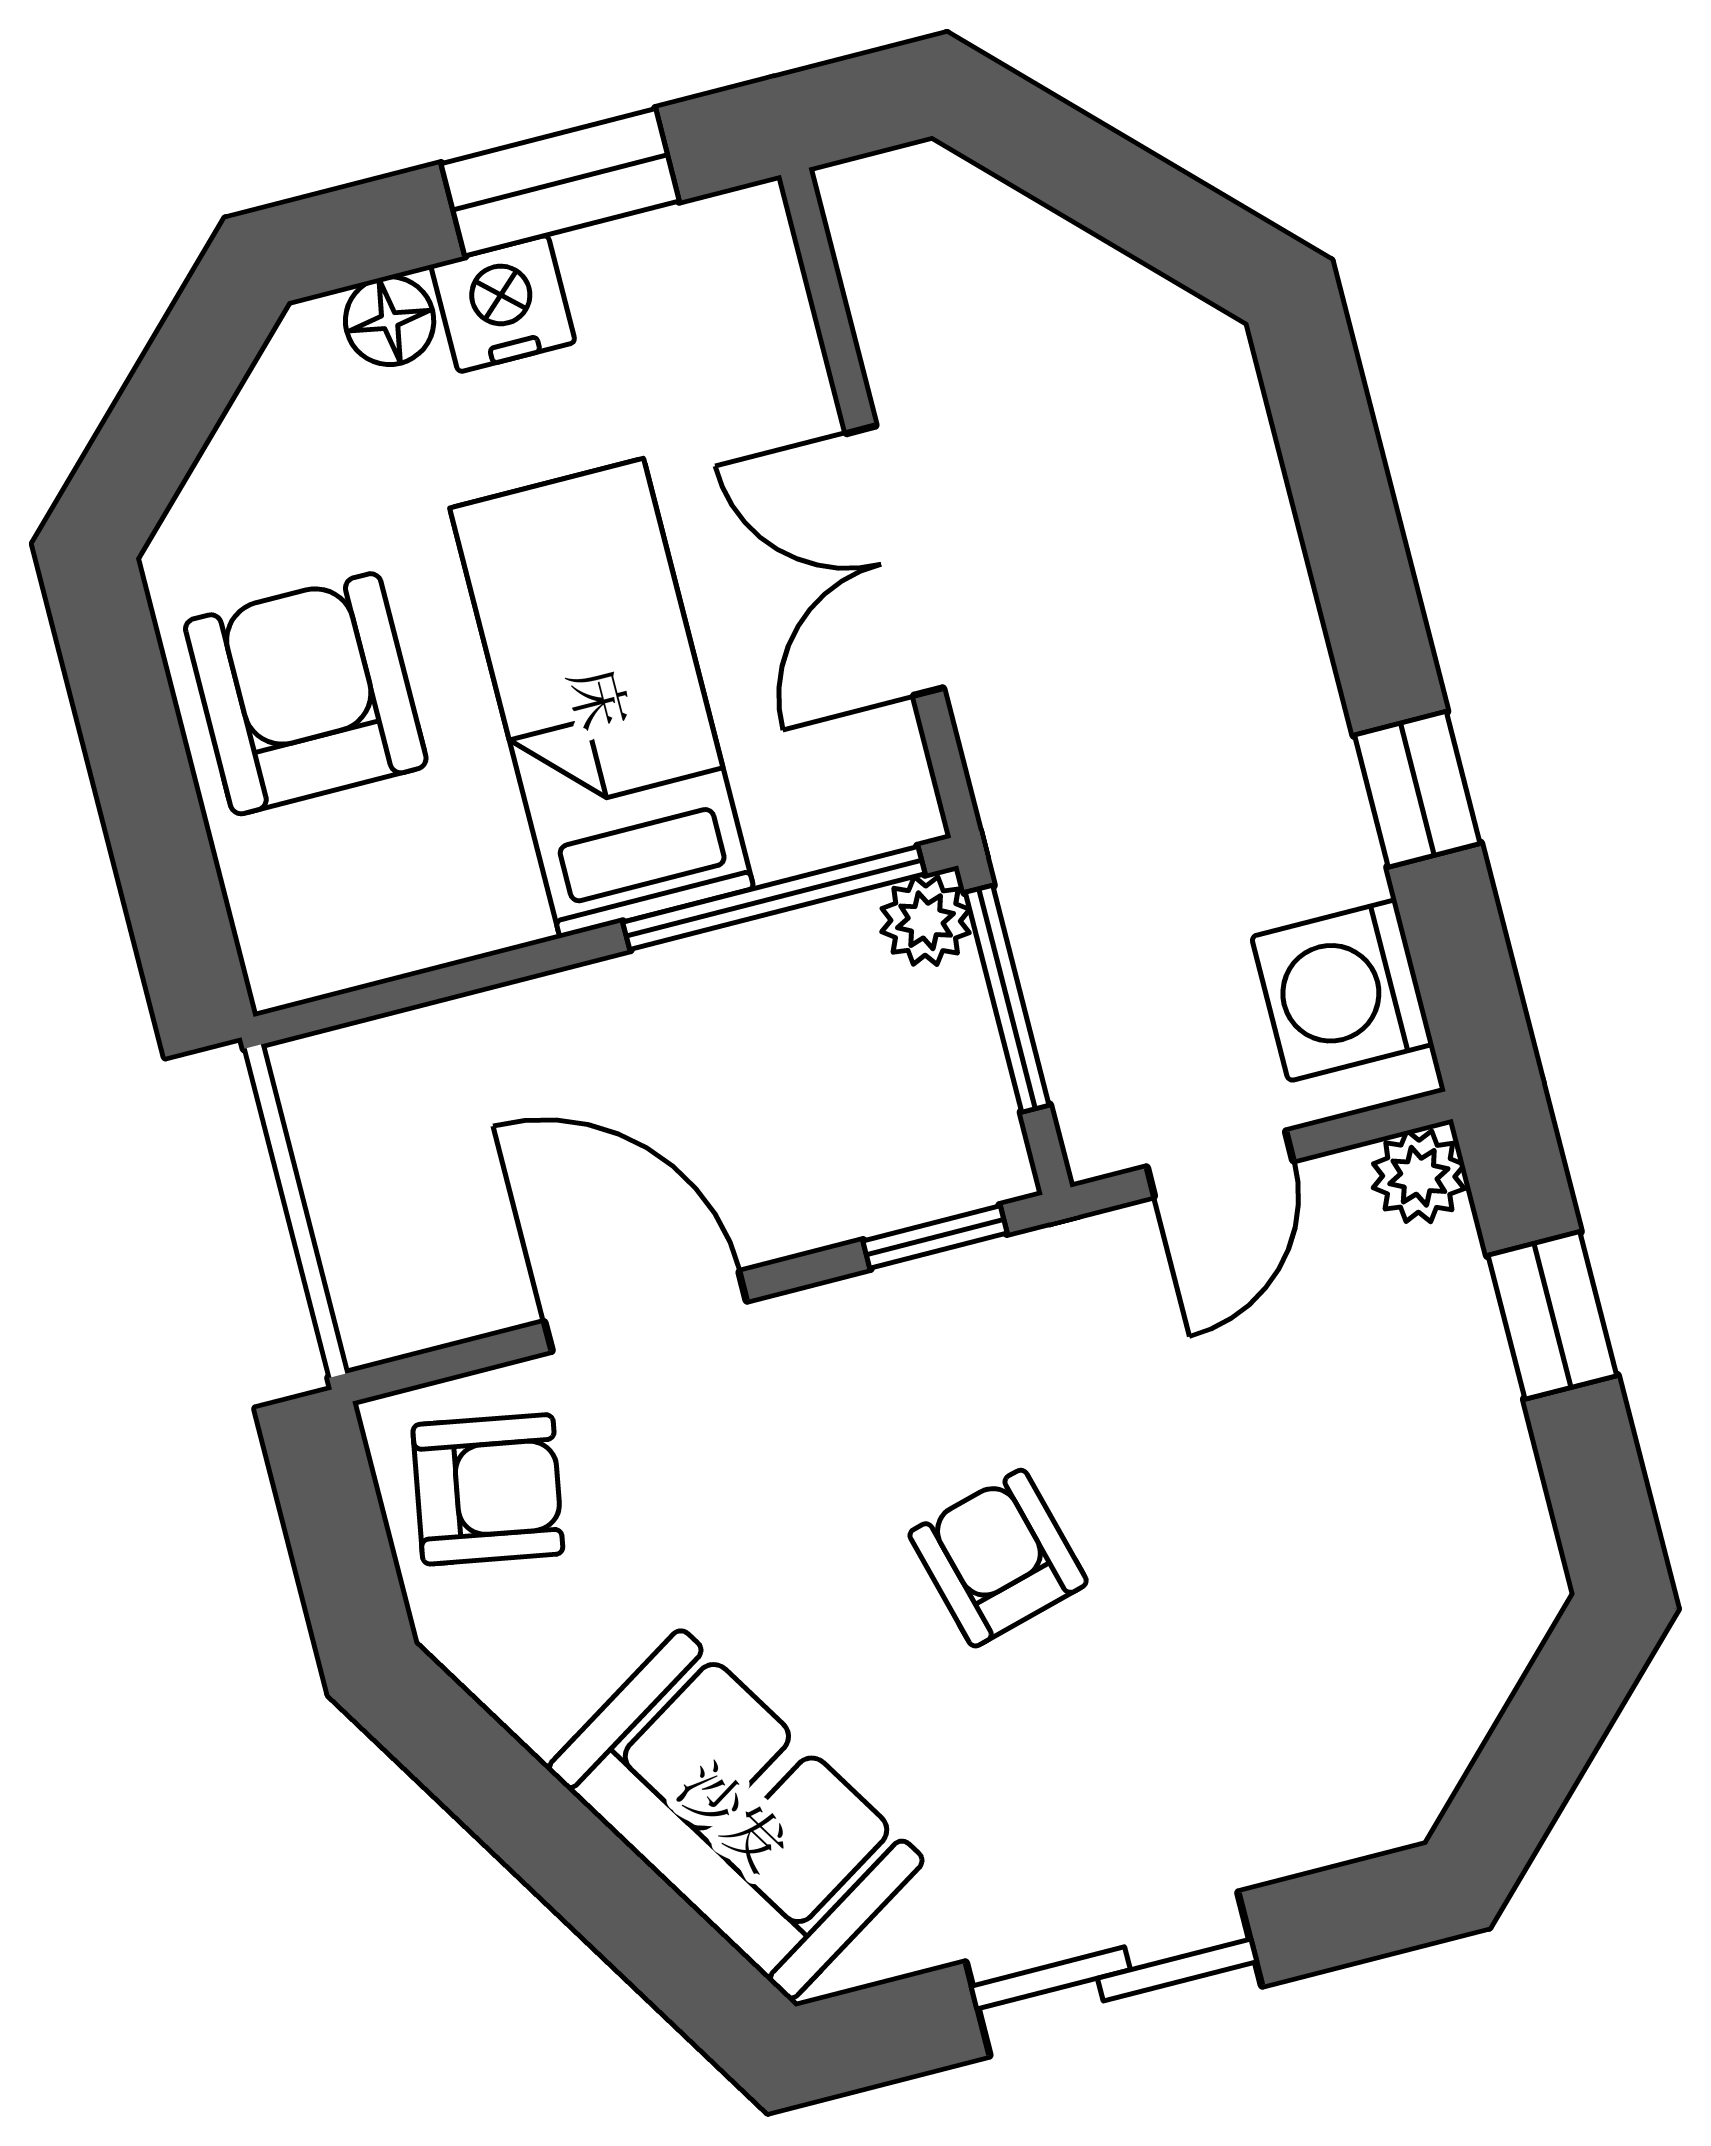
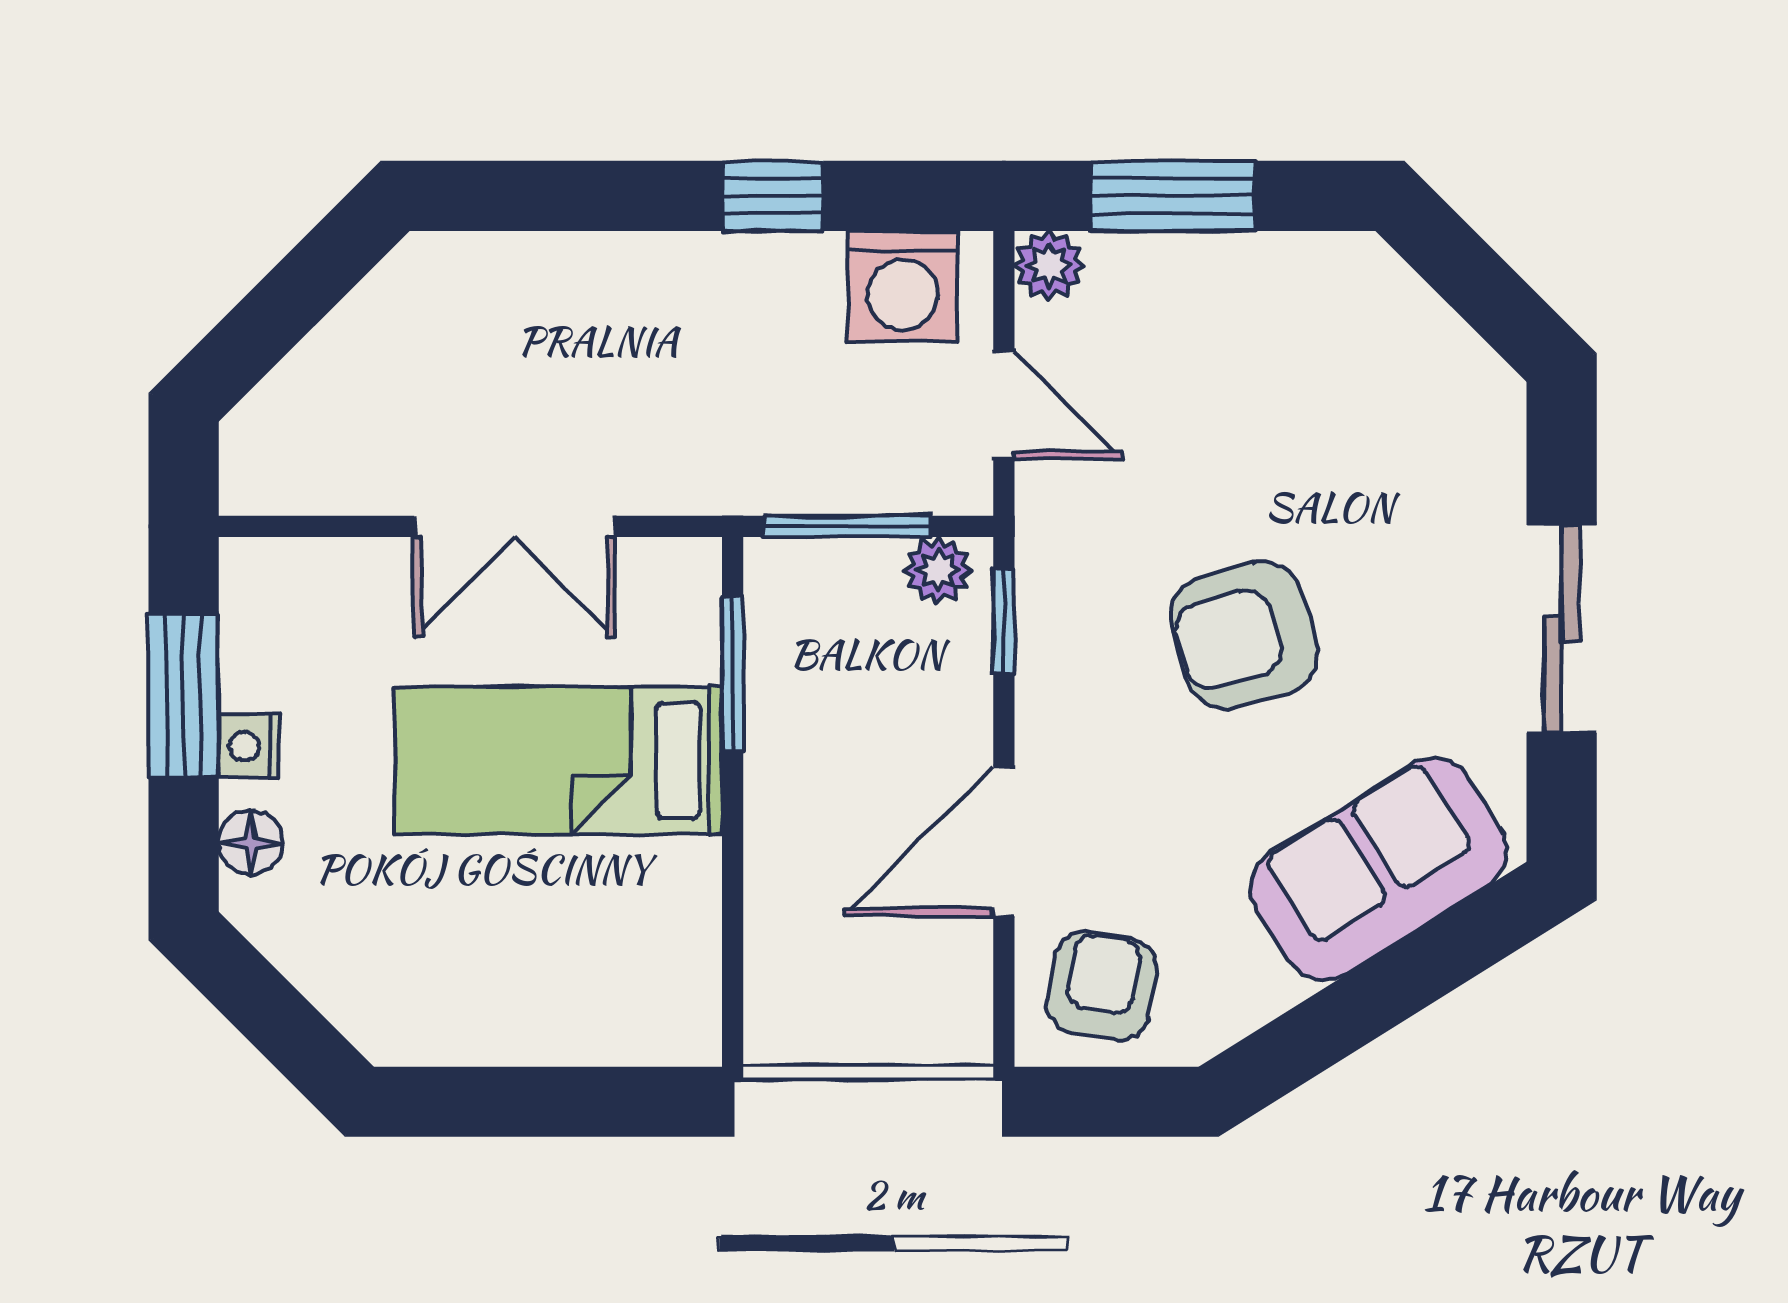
nightstand: (503, 304) -> (249, 746), width x0.72, depth x0.74
armchair: (306, 694) -> (502, 970), removed
window: (774, 898) -> (733, 674), width x0.69
plant: (926, 921) -> (938, 570), moved
window: (1552, 1315) -> (1173, 196), width x1.50
armchair: (998, 1558) -> (1244, 635), width x1.38, depth x1.38

